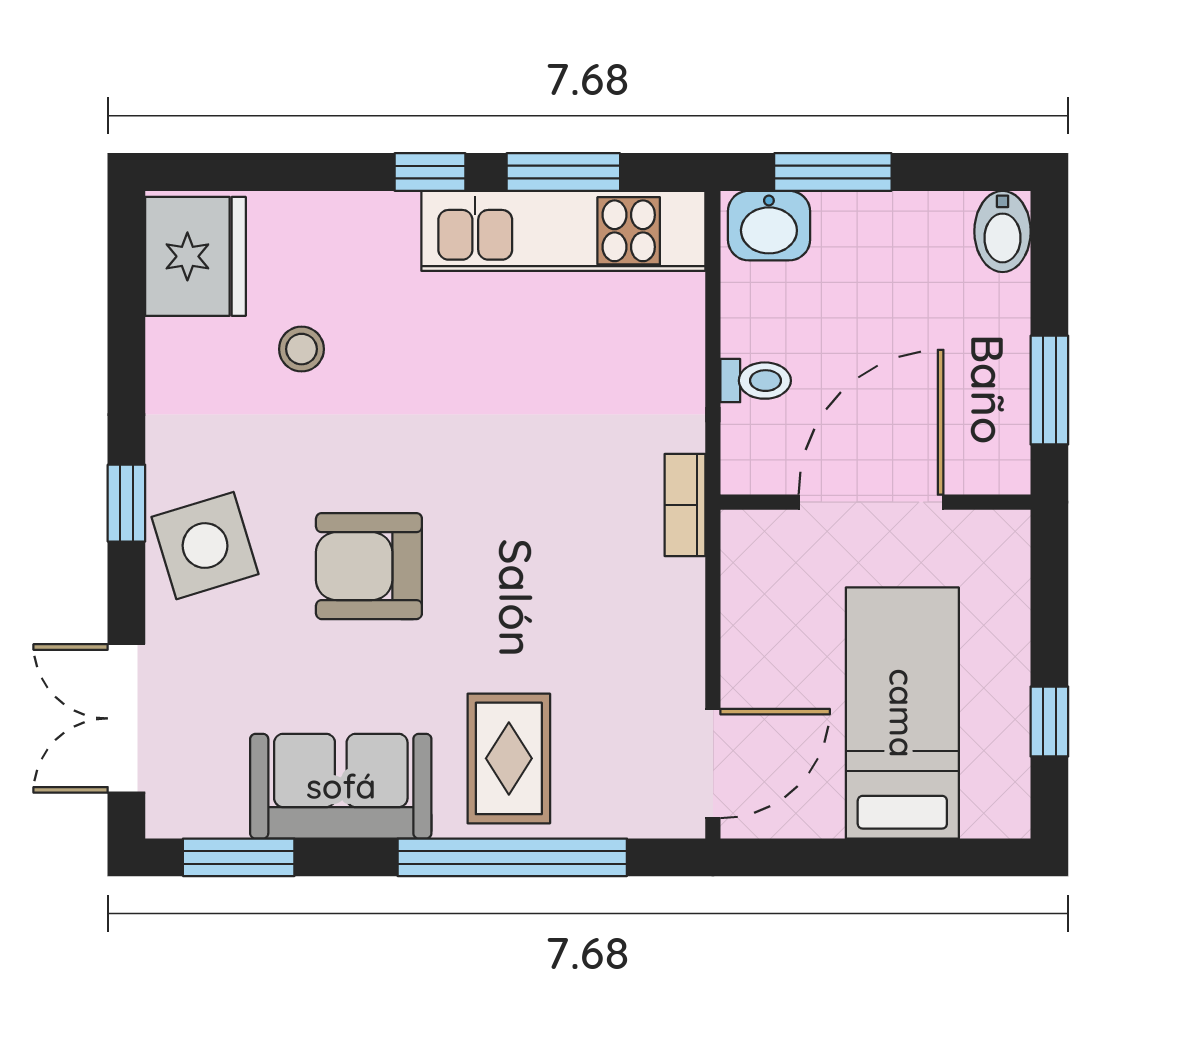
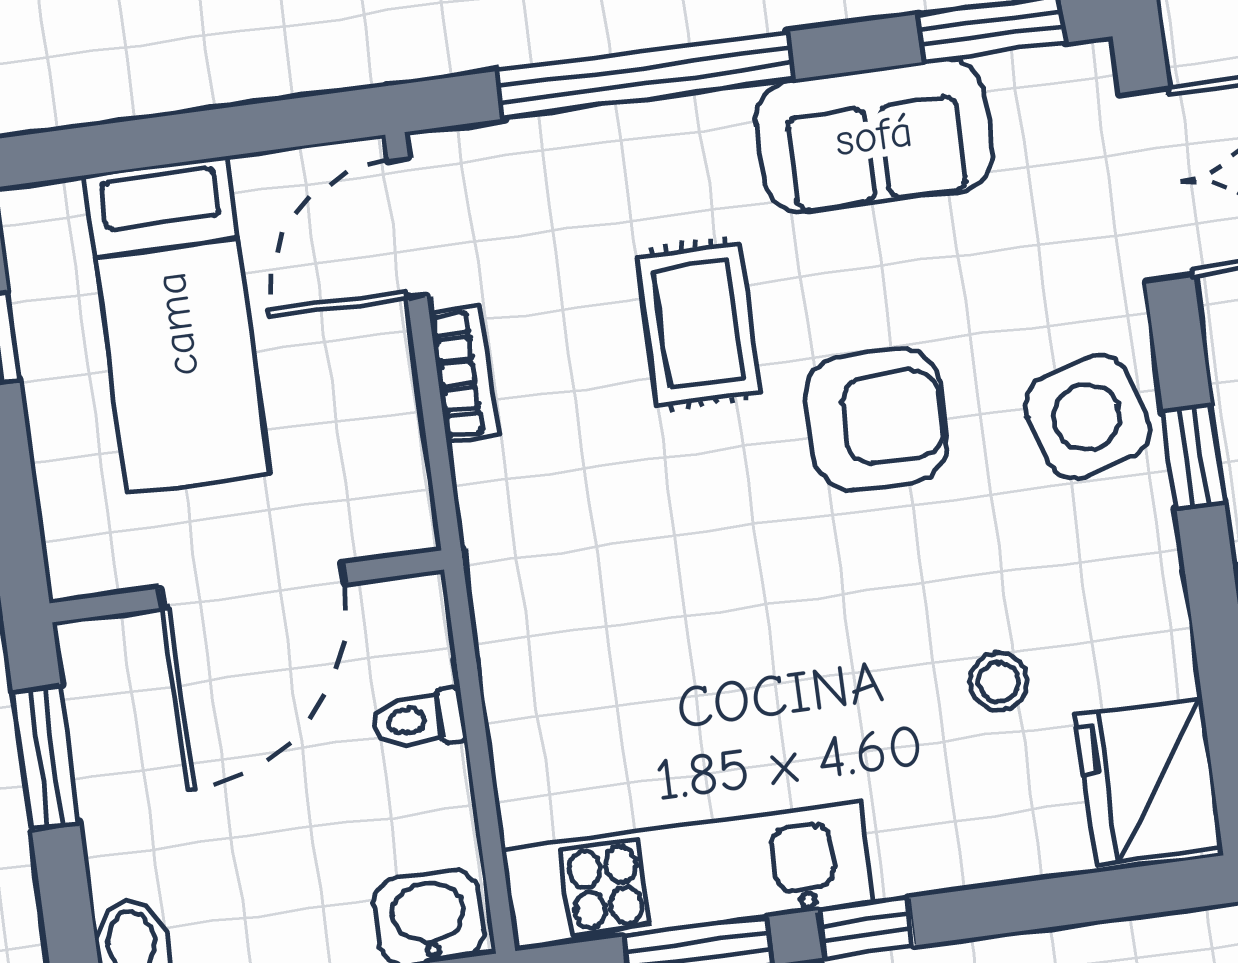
bookcase: (685, 505) -> (463, 373), moved
rug: (509, 758) -> (698, 324), moved

